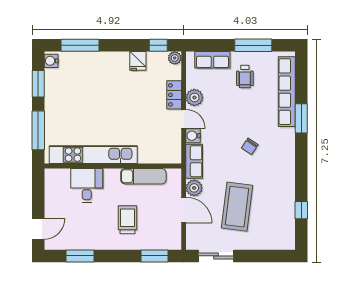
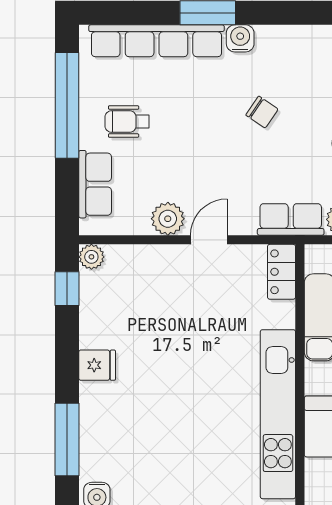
window: (253, 45) -> (67, 105), width x1.46
fridge: (138, 61) -> (97, 365), moved
wheelchair: (245, 76) -> (127, 122), turned 180
locker: (174, 95) -> (282, 272), moved, turned 90
water cooler: (193, 136) -> (240, 38), moved, turned 180

